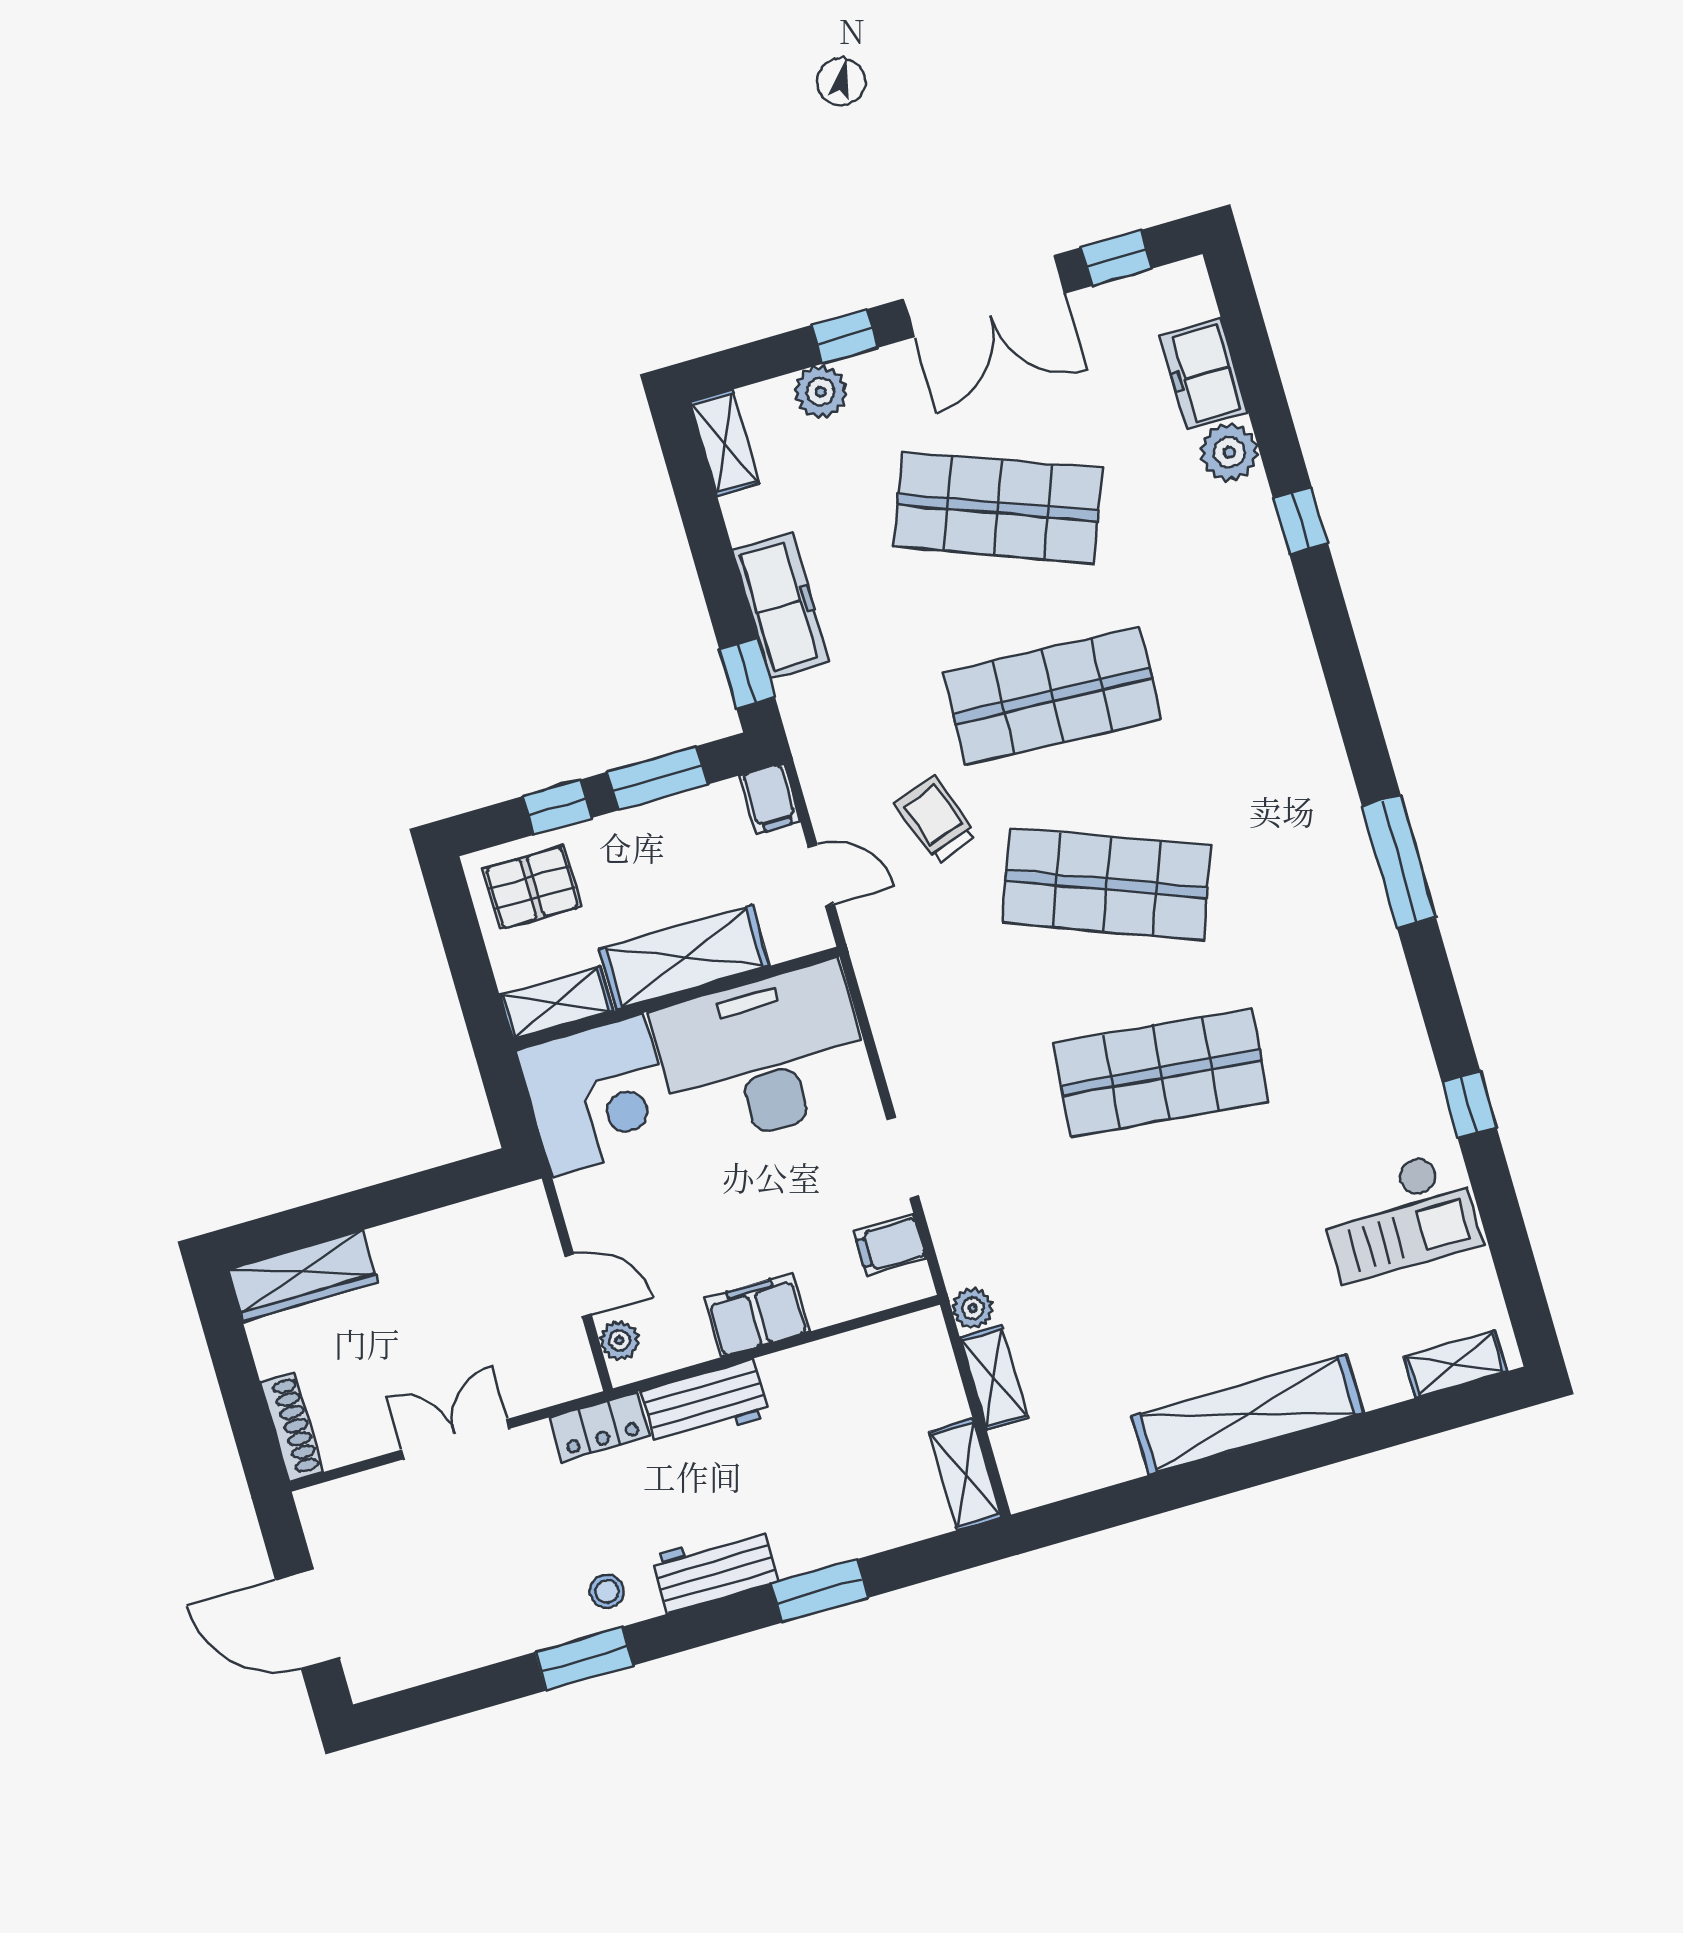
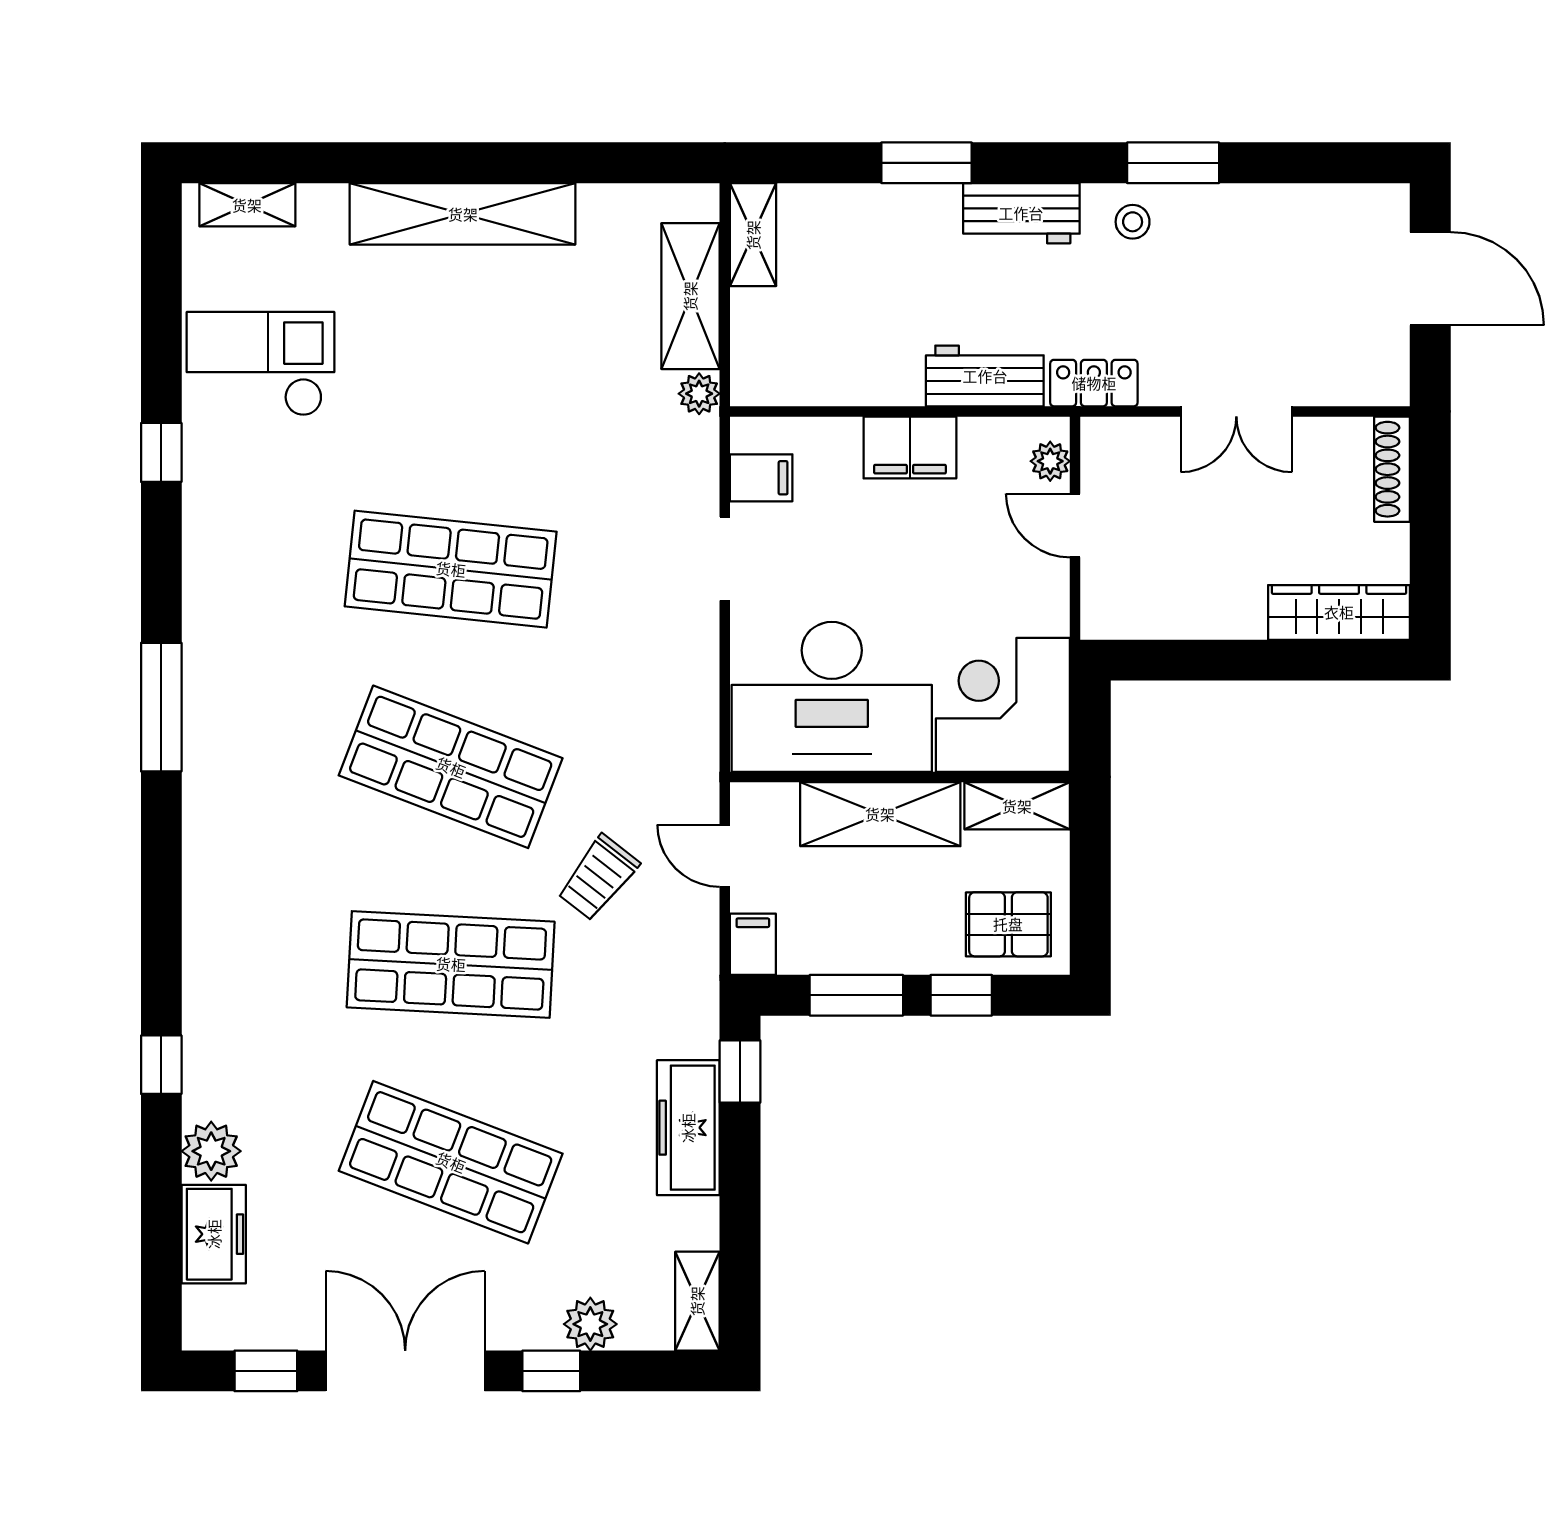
trolley: (936, 819) -> (598, 878), turned 57
shelving: (994, 1378) -> (690, 296), width x1.50, depth x1.33

